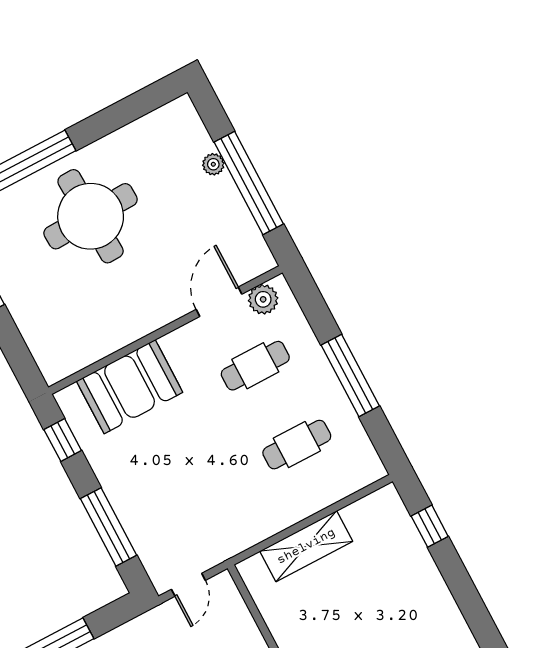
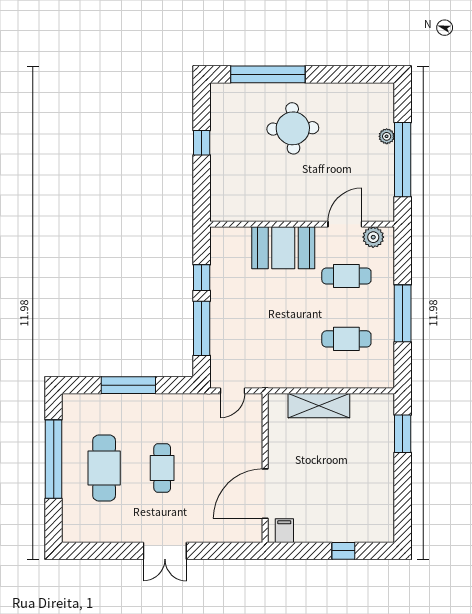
round table: (91, 216) -> (293, 128), width x0.73, depth x0.73
booth: (130, 387) -> (283, 248), moved
window: (63, 440) -> (202, 278), moved
window: (430, 526) -> (403, 434), width x1.50

